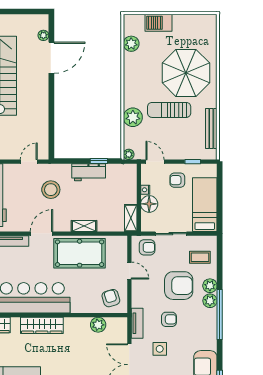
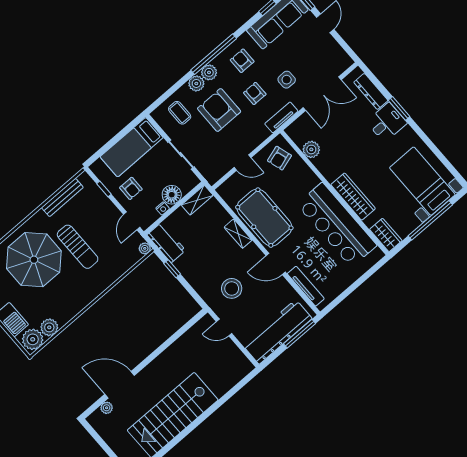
plant: (133, 117) -> (33, 339), moved
workbench: (89, 172) -> (166, 243), moved
armchair: (147, 247) -> (242, 61), moved
door: (129, 271) -> (243, 163), swing flipped

